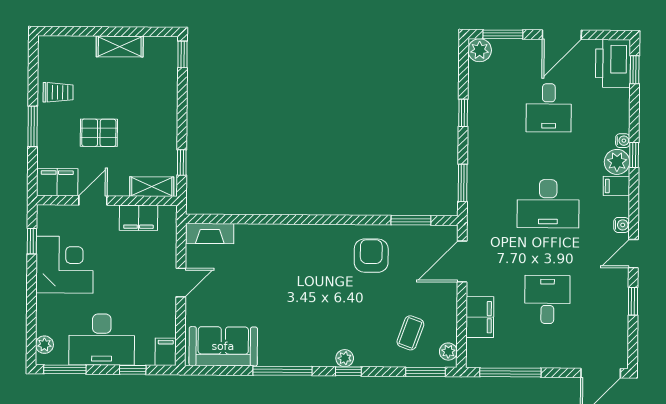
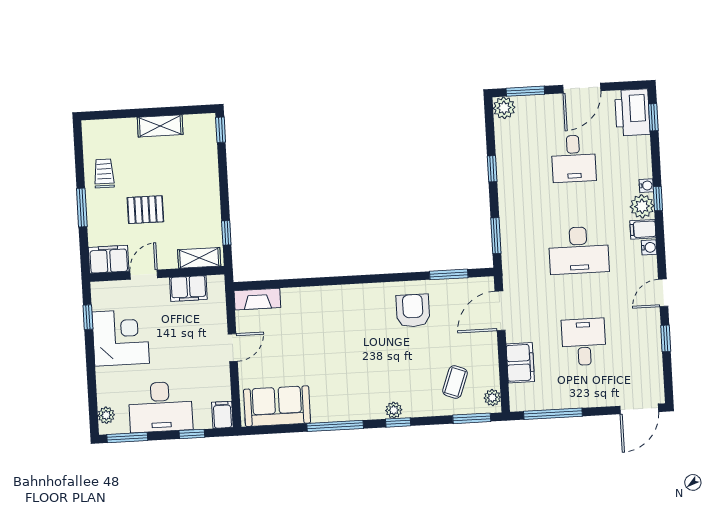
trolley: (58, 92) -> (104, 173), turned -90
water cooler: (621, 225) -> (649, 247), moved

